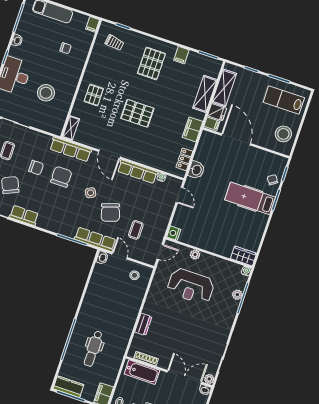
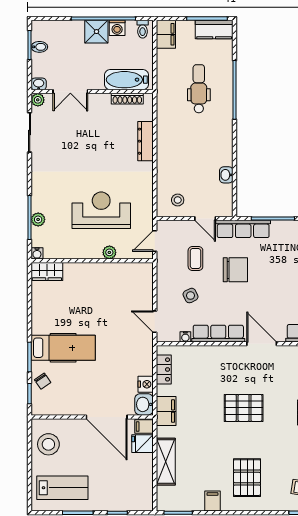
shelving: (224, 88) -> (144, 478), removed
washbasin: (196, 170) -> (144, 404), moved
side table: (91, 193) -> (191, 296), moved
chair: (110, 212) -> (235, 270), turned 108
nightstand: (174, 233) -> (146, 384), moved
washbasin: (102, 258) -> (226, 175), moved
dresser: (143, 324) -> (145, 141), width x1.44
double door: (184, 377) -> (70, 92), width x0.73

